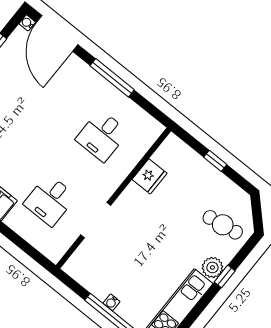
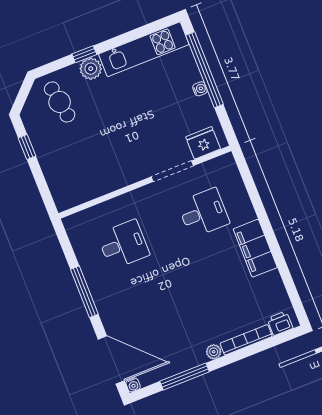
door: (57, 33) -> (111, 360), hinge flipped
window: (215, 161) -> (27, 147), moved
fridge: (150, 176) -> (203, 143), moved

